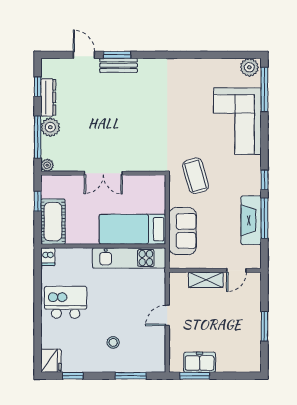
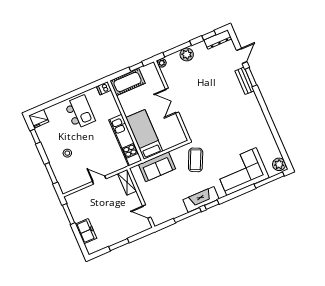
dresser: (48, 97) -> (218, 39), moved
coffee table: (196, 176) -> (196, 160), turned -49
fireplace: (251, 220) -> (201, 199), moved
shelving: (206, 280) -> (127, 182), moved
freezer: (200, 362) -> (86, 231), moved

